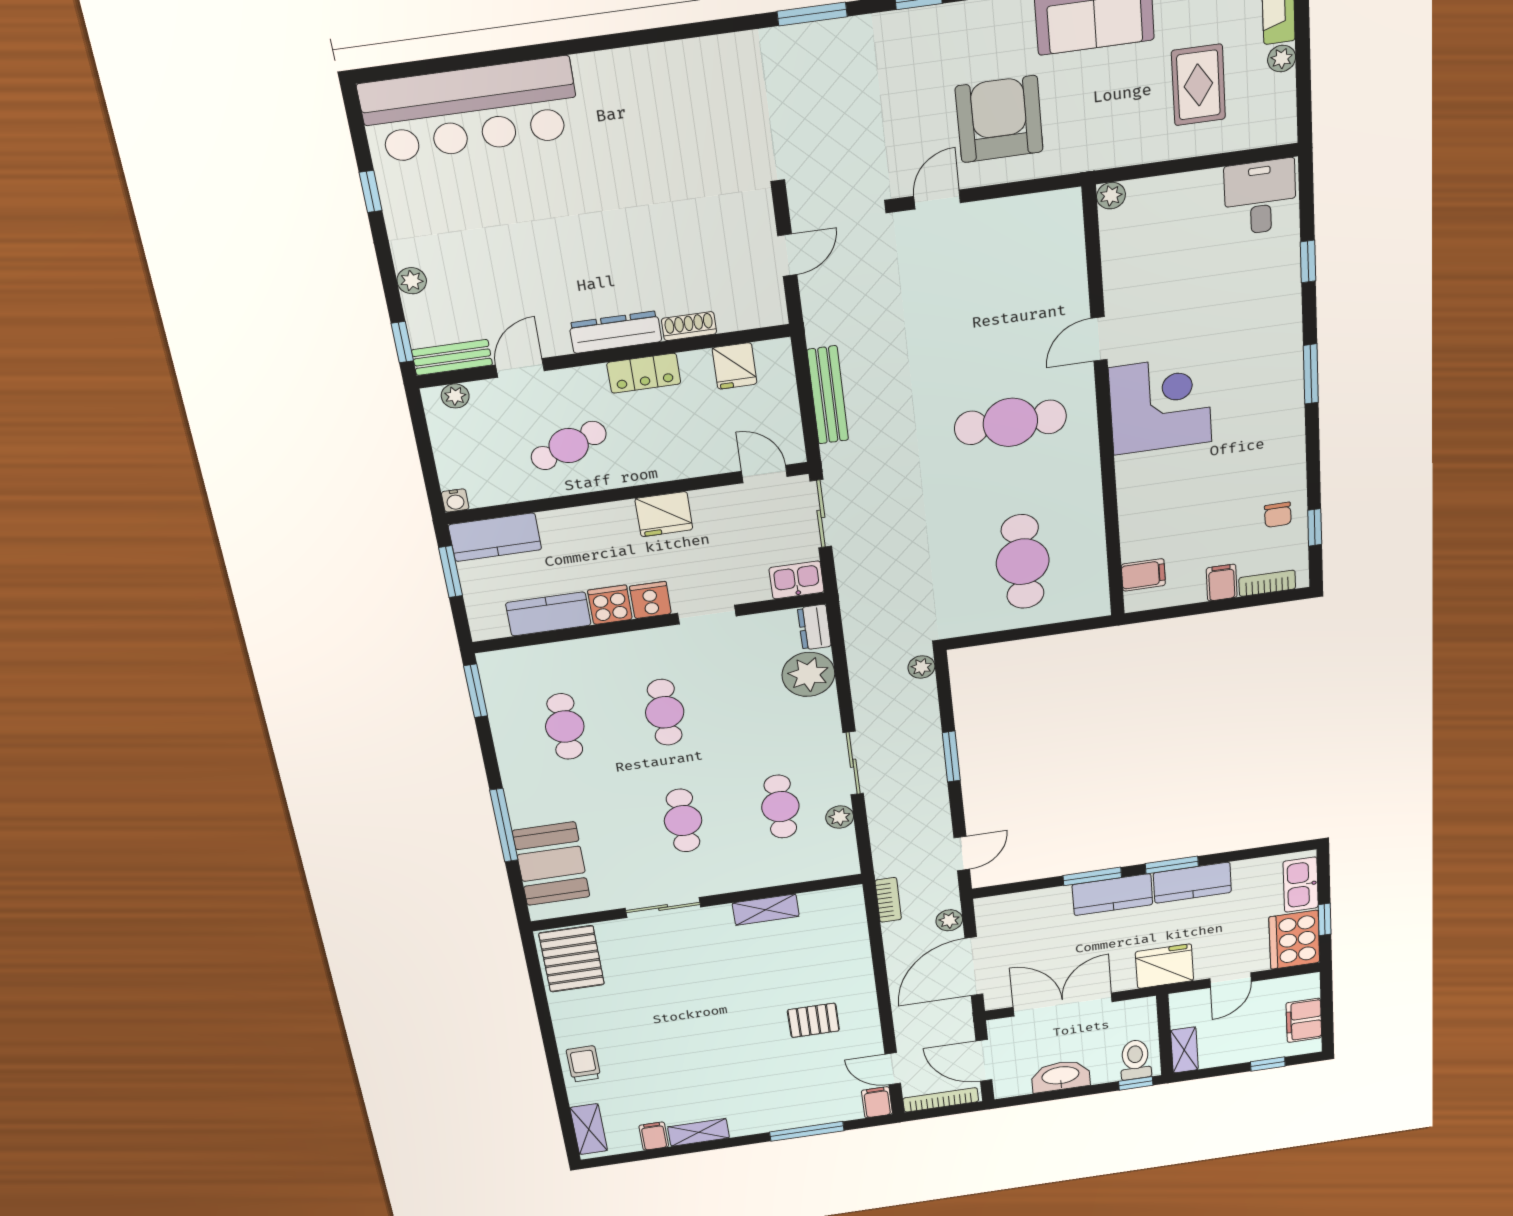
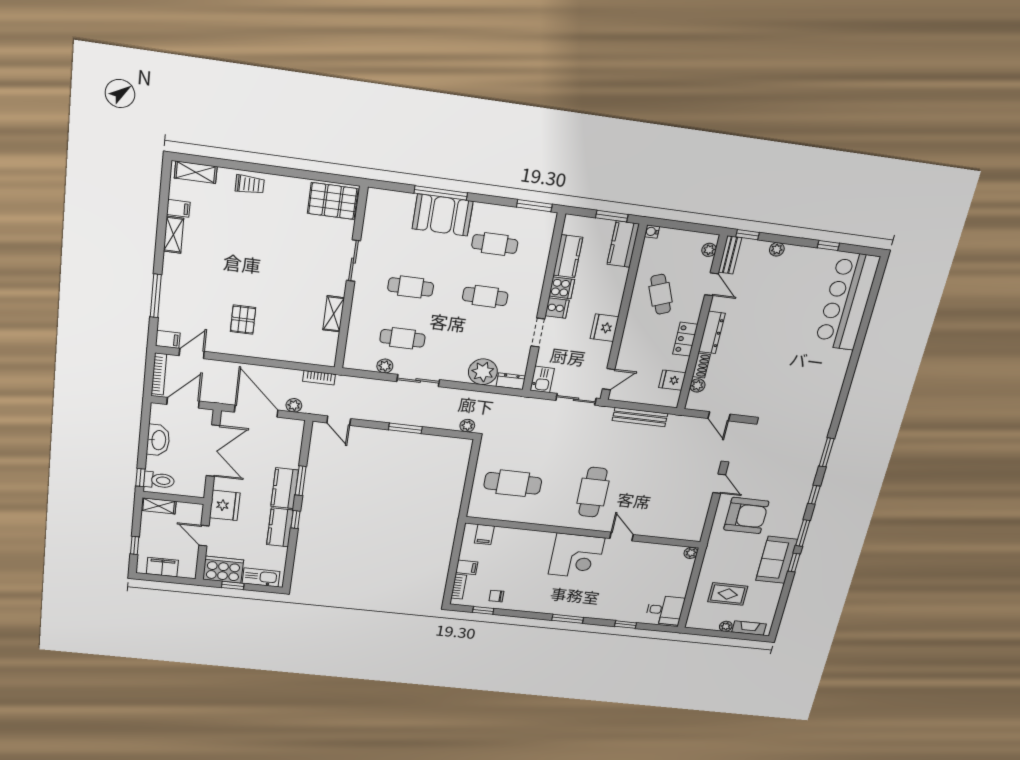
plant: (732, 318) -> (697, 385), added
booth: (551, 864) -> (443, 215), moved
window: (1172, 865) -> (295, 520), width x0.67

